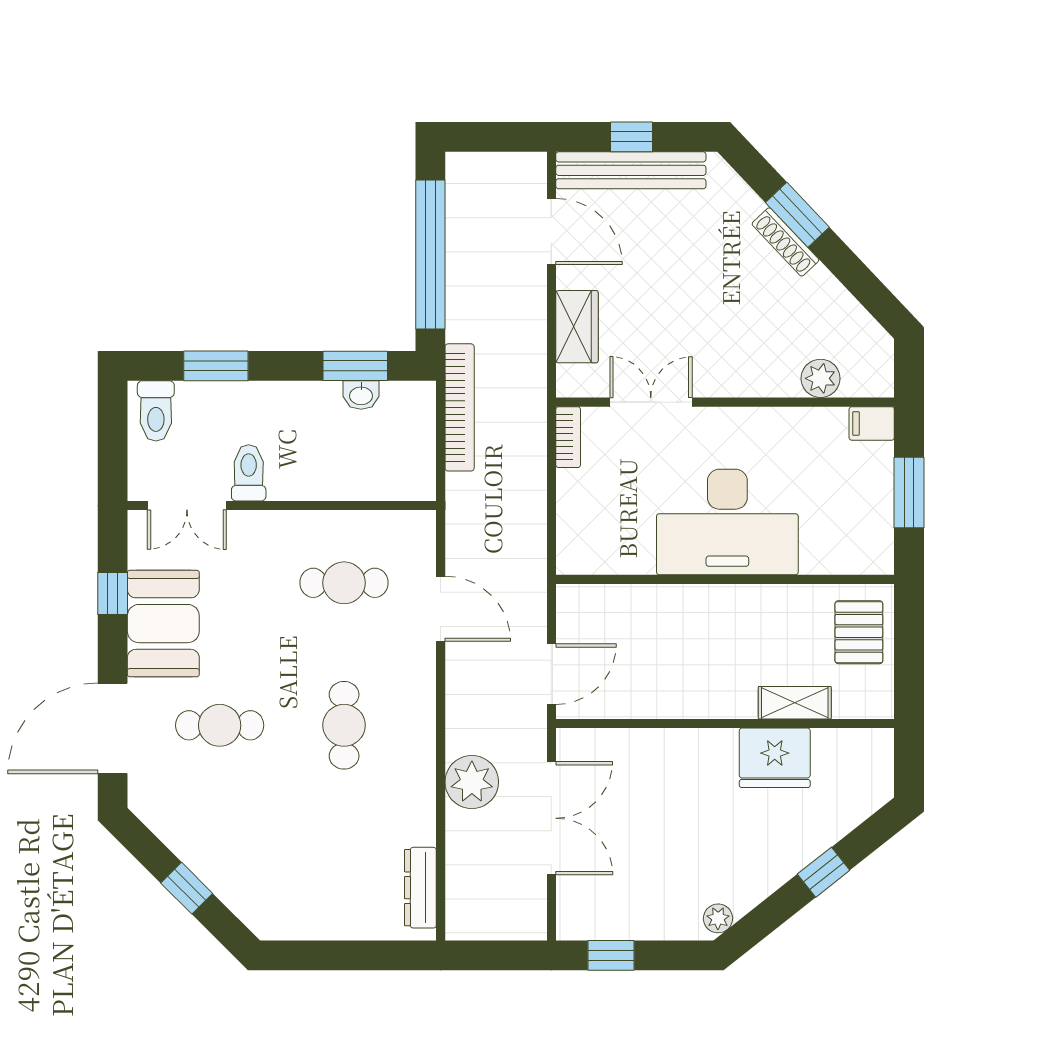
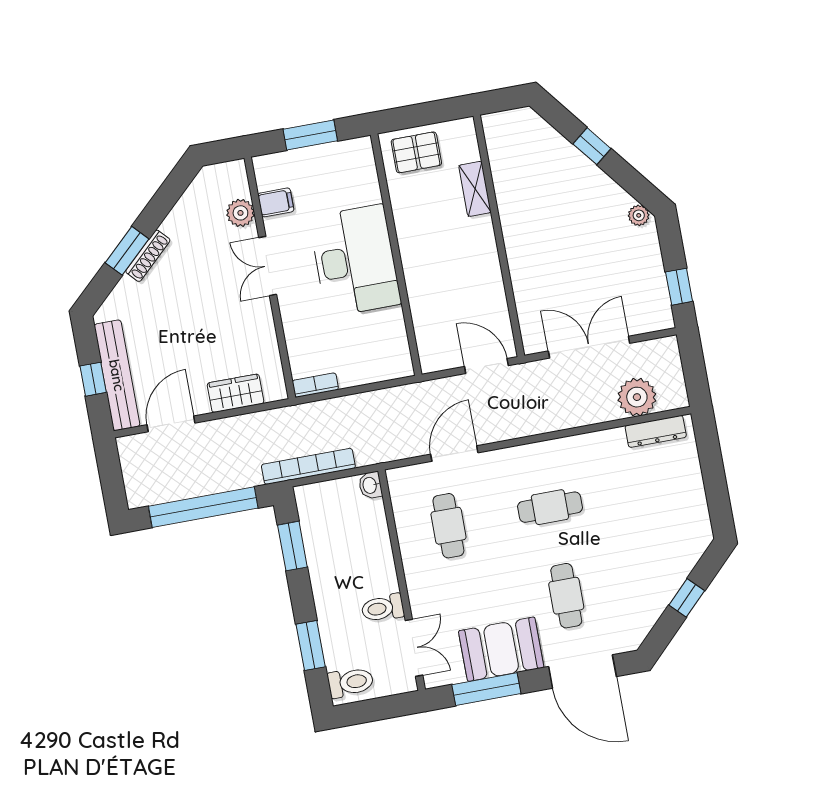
washbasin: (361, 395) -> (370, 485), moved, turned 180
double door: (651, 402) -> (268, 266), moved
filing cabinet: (872, 423) -> (276, 202), moved, turned -90
window: (113, 594) -> (486, 689), width x2.17
fridge: (775, 758) -> (517, 196), removed
plant: (472, 782) -> (637, 397), moved

